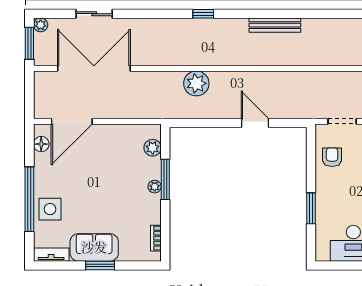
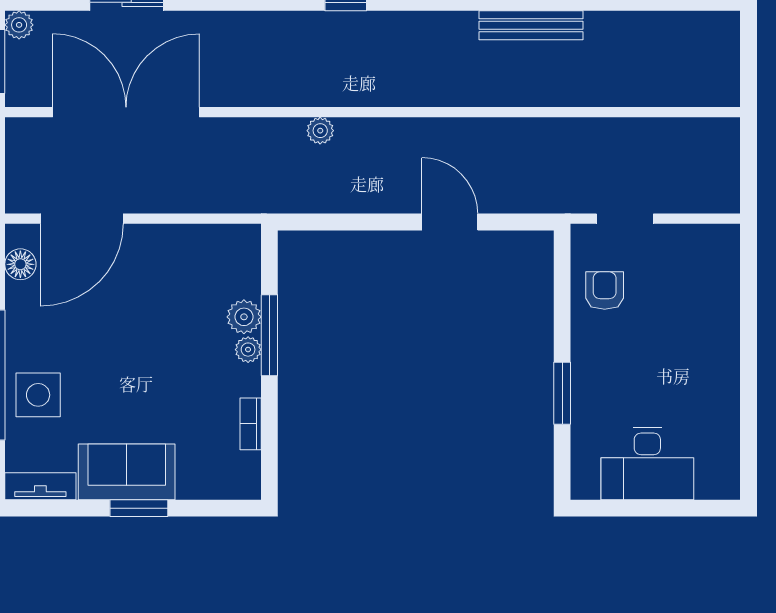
bench: (275, 25) -> (531, 25), moved
plant: (196, 83) -> (320, 131), width x0.53, depth x0.53
plant: (153, 148) -> (244, 317), moved
bookcase: (156, 238) -> (251, 424), moved

